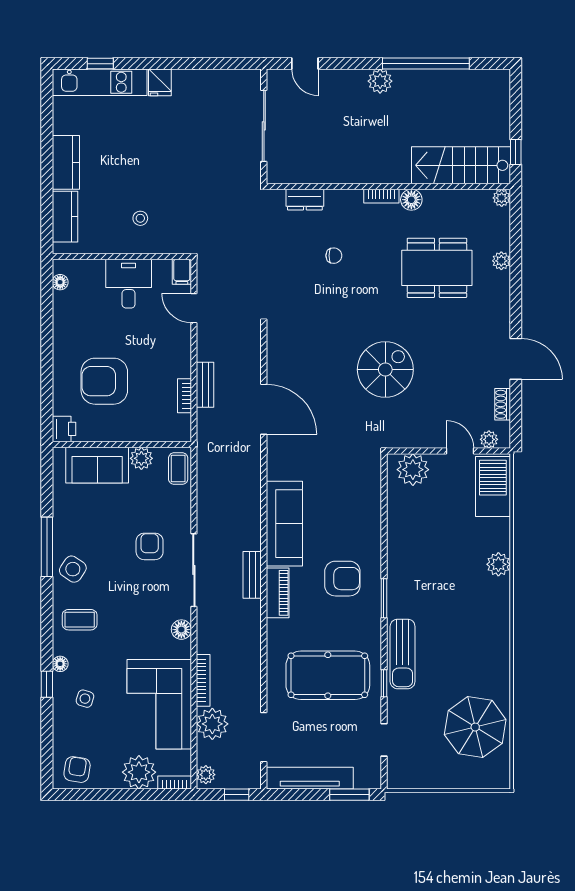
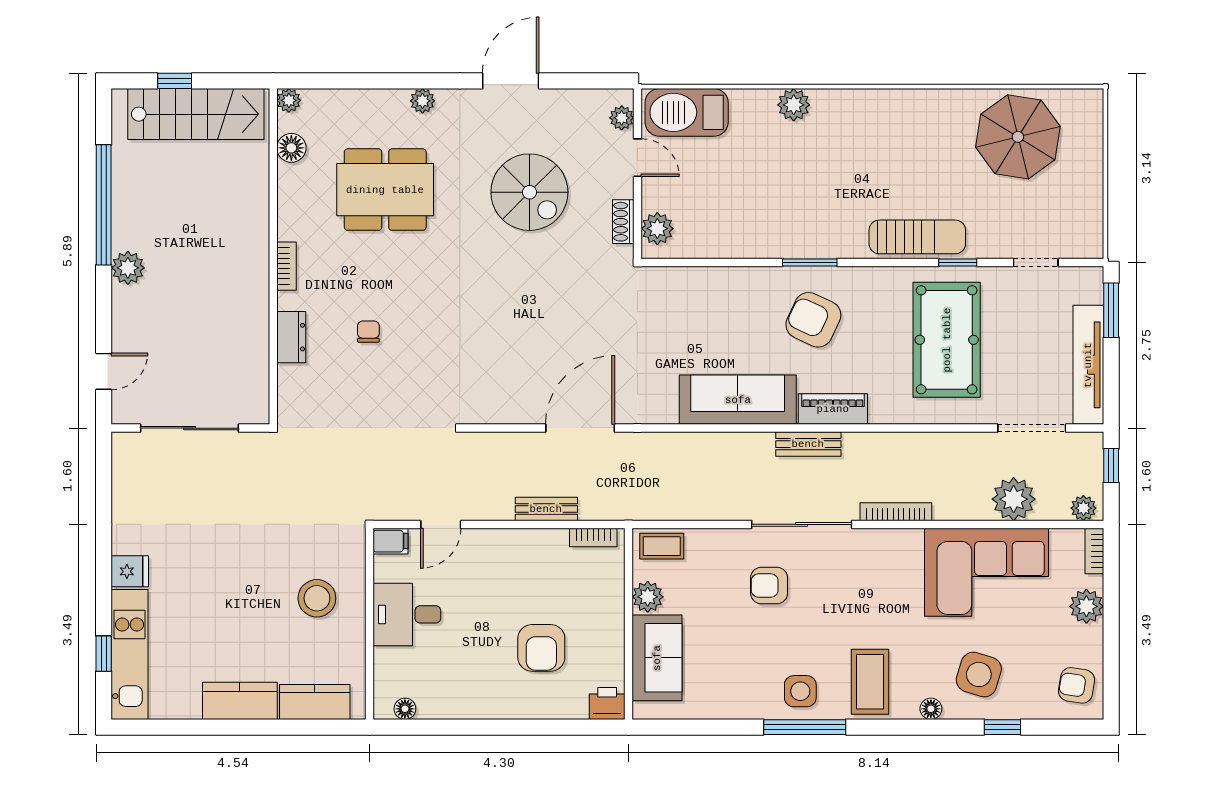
window: (516, 152) -> (175, 81), moved
stairs: (461, 165) -> (196, 114), moved, turned -90
dresser: (305, 200) -> (291, 337), moved
floor lamp: (411, 200) -> (291, 148), moved
stool: (140, 218) -> (317, 598), width x1.89, depth x1.89
plant: (501, 261) -> (422, 101), moved
dining table: (437, 268) -> (385, 190), turned 90
spiral stairs: (385, 370) -> (529, 192), moved, turned 180
armchair: (104, 381) -> (541, 648), width x0.73, depth x0.73
bookcase: (184, 396) -> (593, 537), moved
shoe rack: (503, 404) -> (623, 222), moved, turned 90
door: (460, 451) -> (637, 158), swing flipped
plant: (413, 470) -> (657, 229), width x0.73, depth x0.73
window: (47, 547) -> (805, 727), moved
side table: (73, 569) -> (800, 691), turned -34
armchair: (342, 579) -> (813, 320), turned -65
window: (384, 598) -> (810, 262), moved
coffee table: (80, 620) -> (870, 682), width x1.36, depth x1.30
floor lamp: (181, 630) -> (884, 542), removed
bookcase: (203, 680) -> (896, 512), moved
window: (47, 684) -> (1002, 727), moved
side table: (85, 699) -> (979, 674), width x1.87, depth x1.87
plant: (139, 772) -> (1086, 606), width x0.73, depth x0.73

